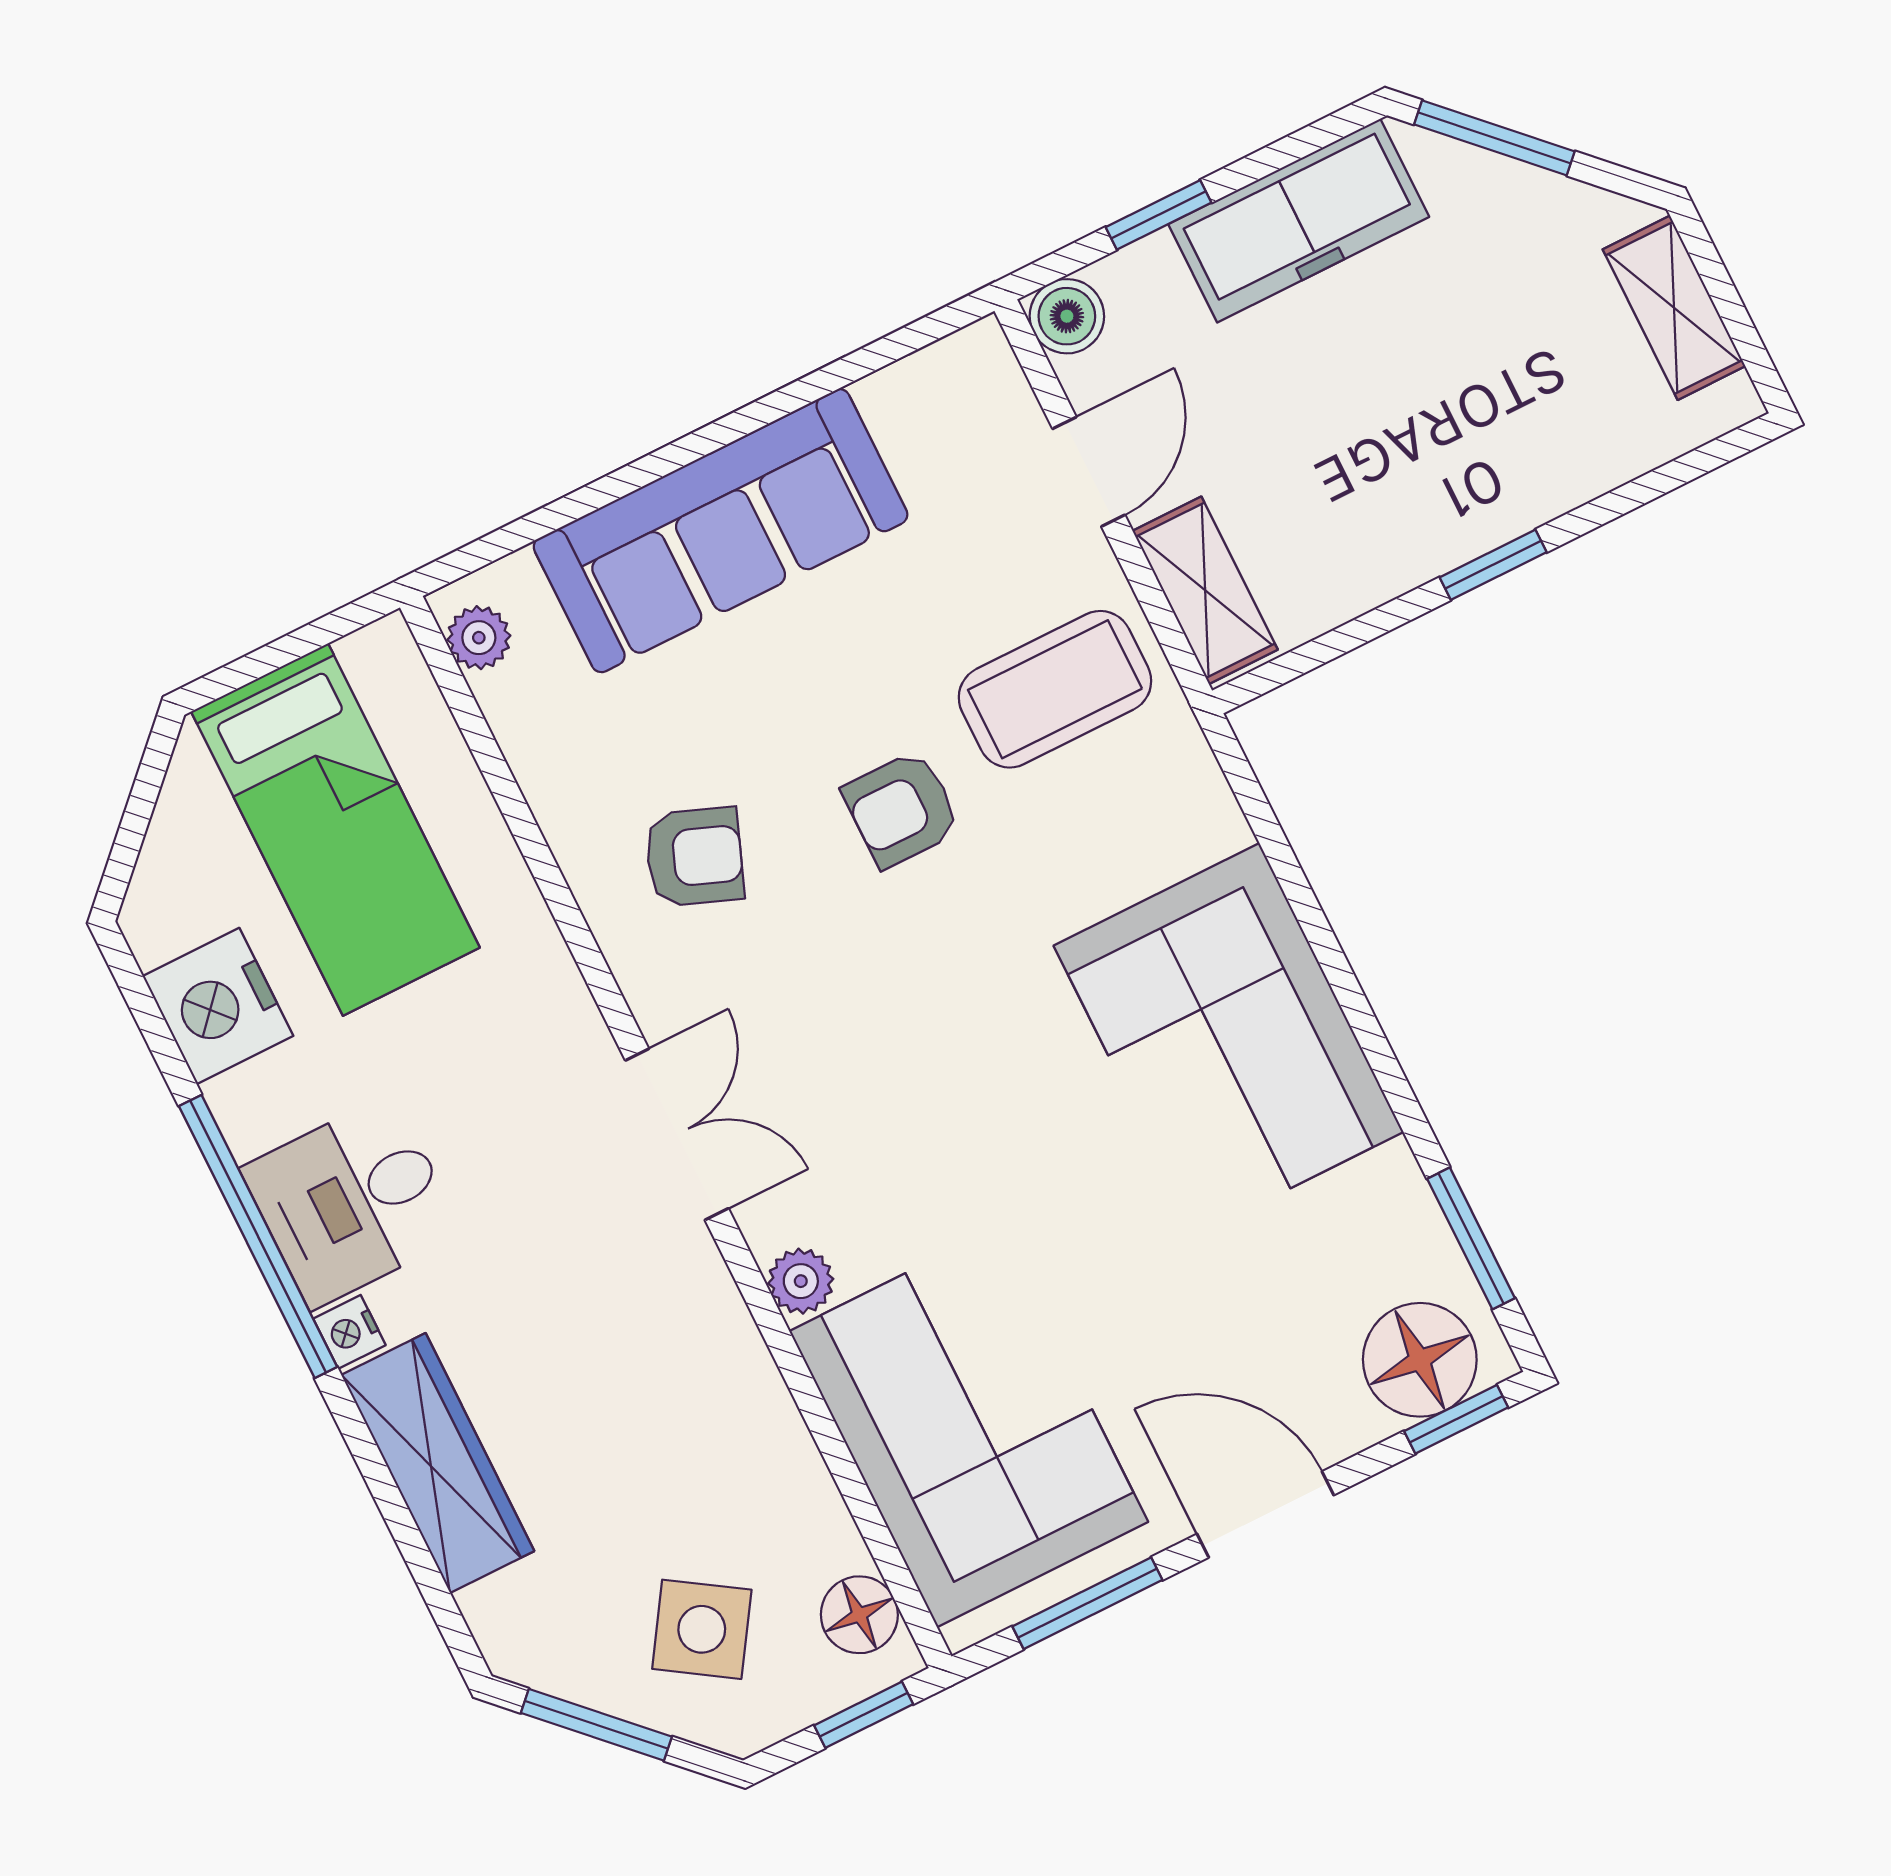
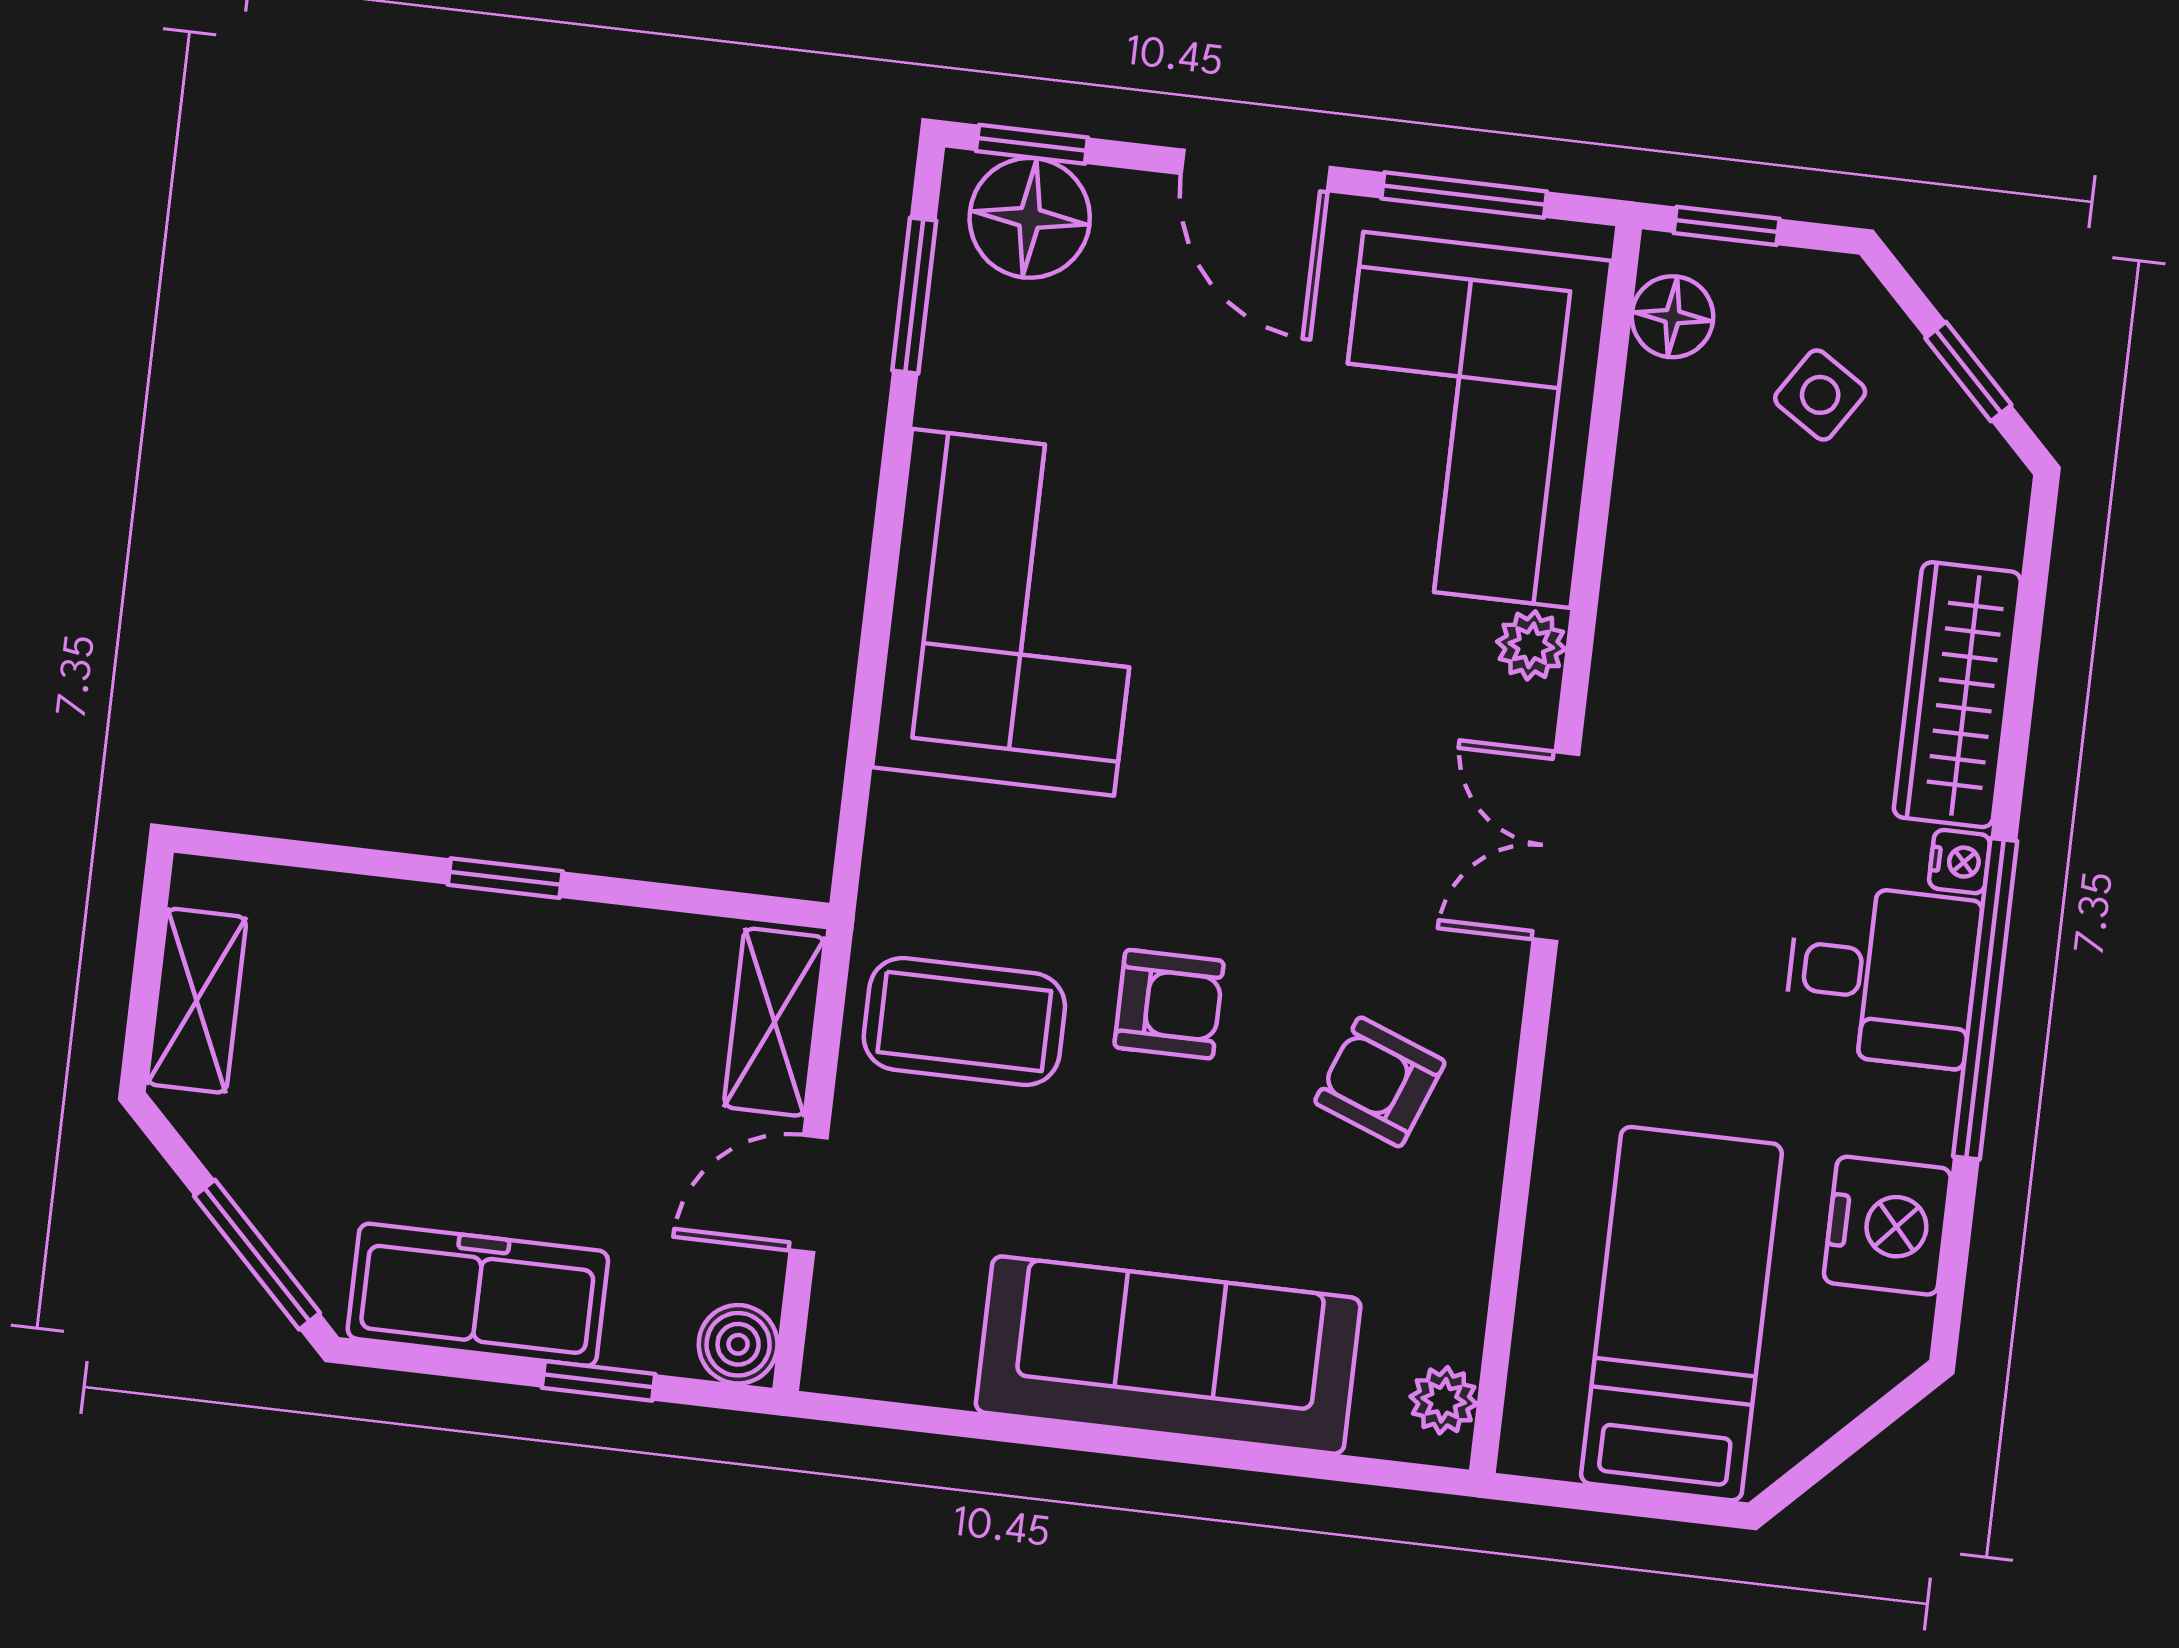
side table: (702, 1629) -> (1820, 395), width x0.73, depth x0.73
window: (596, 1725) -> (1968, 371), width x0.67

